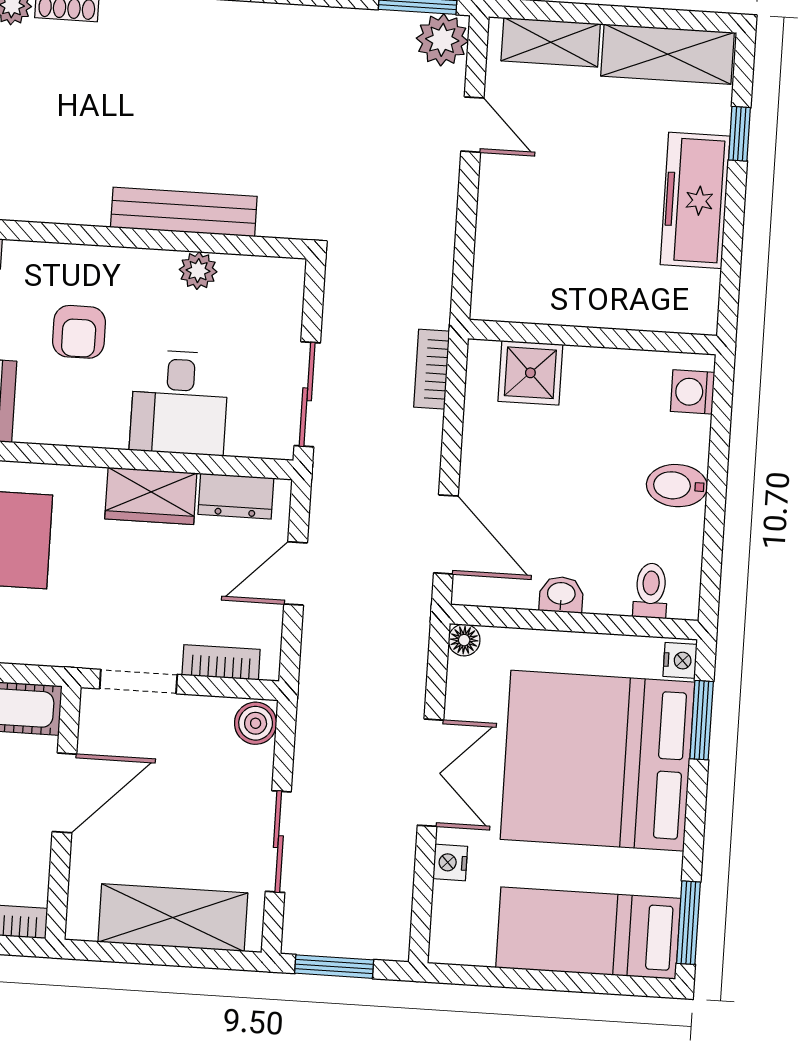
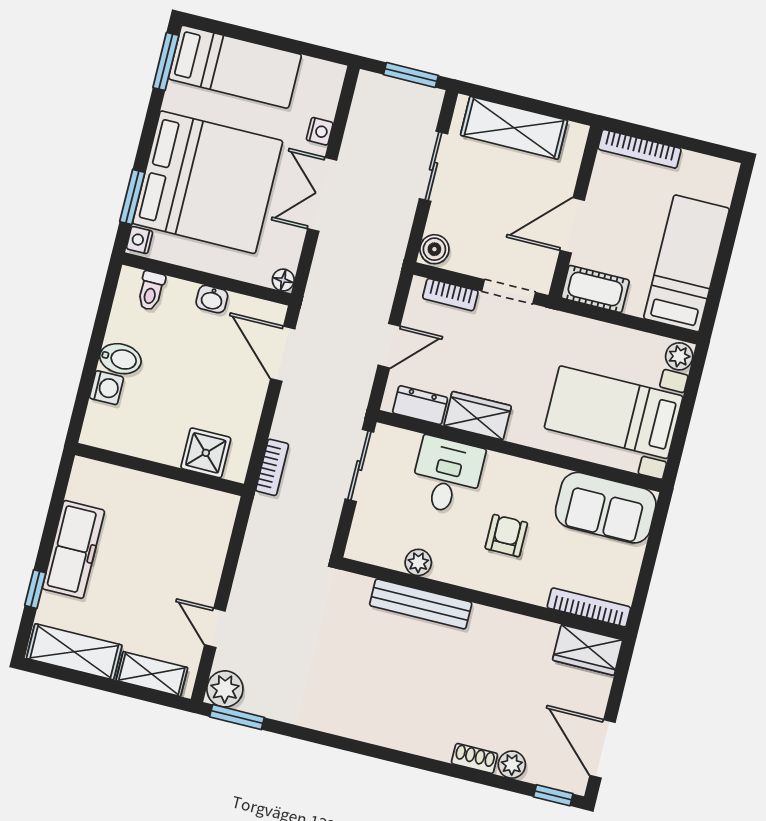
washing machine: (693, 392) -> (106, 388), moved

